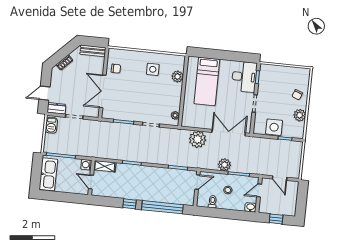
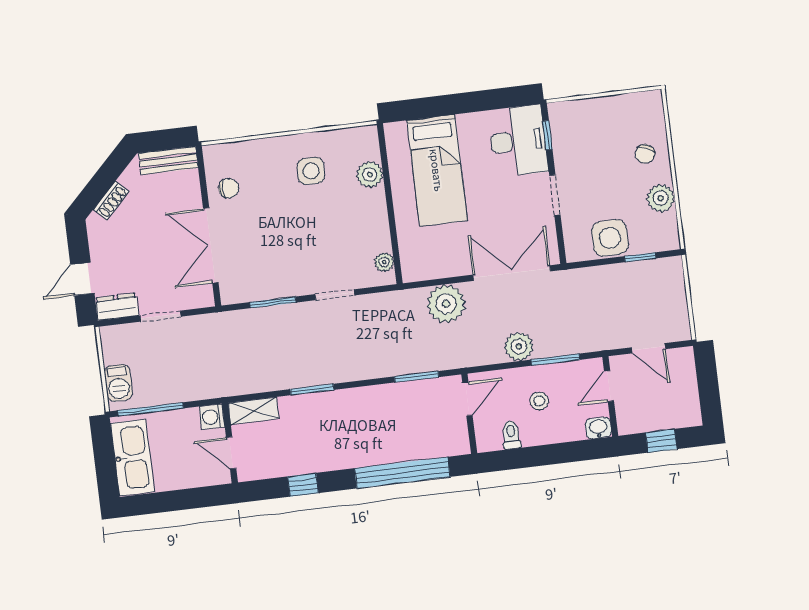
barbecue: (51, 125) -> (118, 383), moved
window: (130, 204) -> (303, 485), moved

